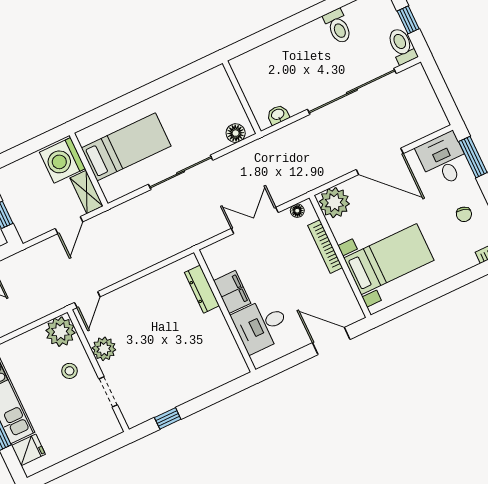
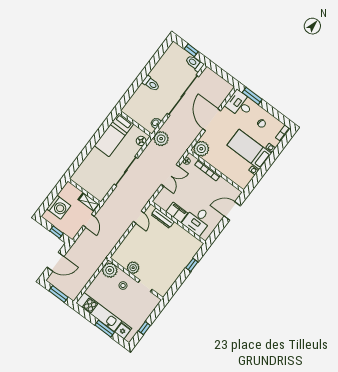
toilet: (338, 26) -> (151, 84), moved
bed: (126, 147) -> (114, 135), moved, turned 180
plant: (273, 148) -> (161, 139), added
washing machine: (62, 160) -> (59, 207), moved, turned -90
door: (380, 161) -> (212, 120), swing flipped
double door: (255, 220) -> (170, 175), swing flipped
bed with nightstands: (389, 259) -> (249, 149), moved, turned -90
door: (87, 300) -> (139, 217), moved
window: (168, 418) -> (192, 265), moved
window: (68, 466) -> (144, 328), added

